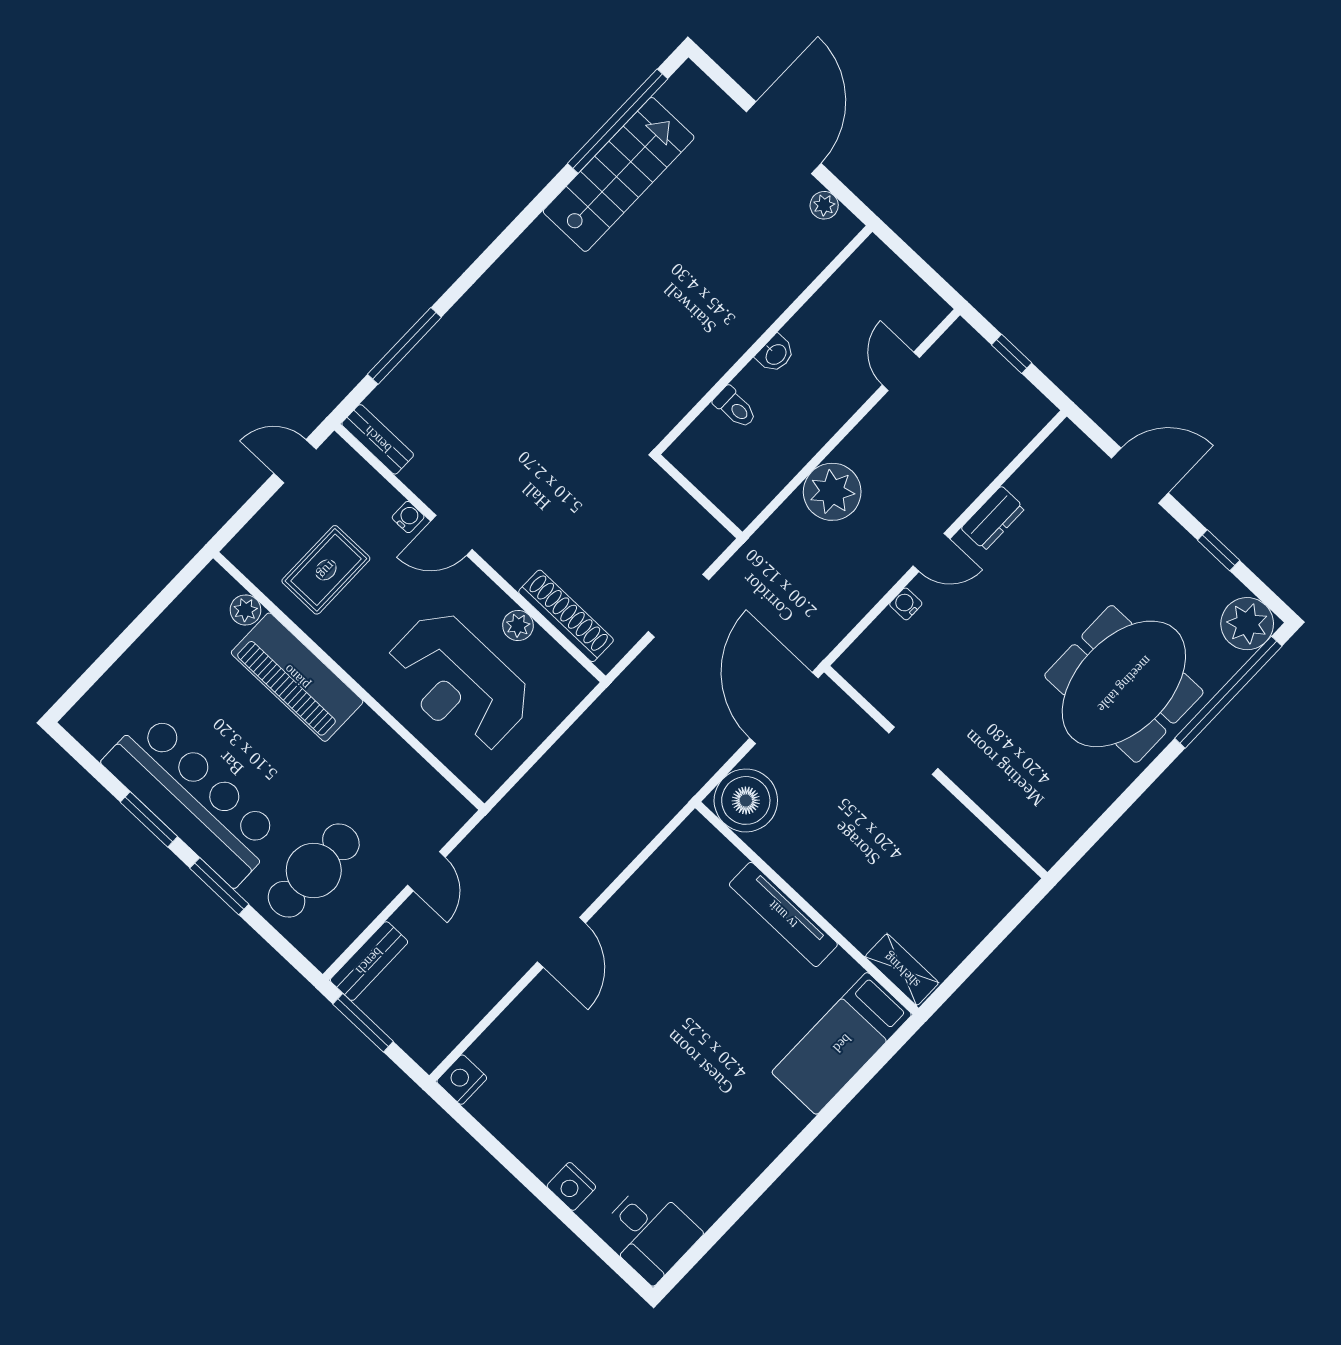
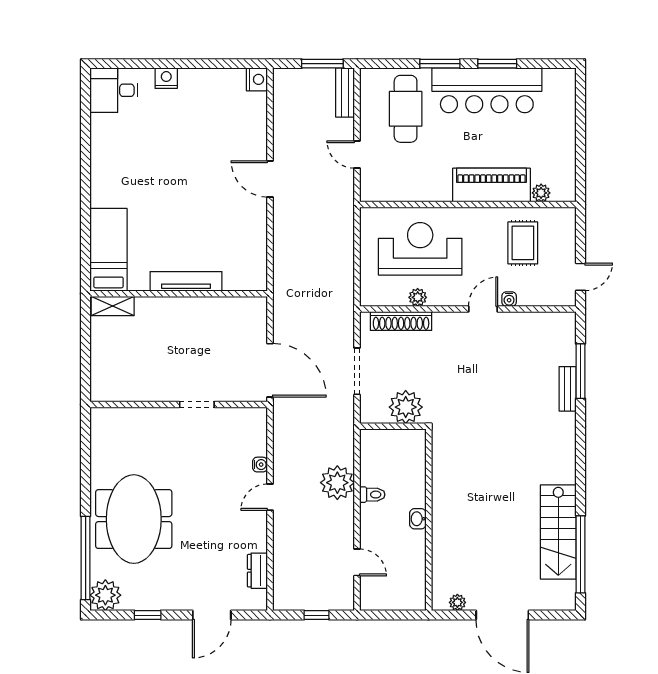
toilet: (735, 407) -> (372, 495), moved, turned 180
bench: (378, 439) -> (568, 389), moved, turned 90
plant: (660, 505) -> (406, 407), added
dresser: (993, 518) -> (257, 571), moved
boiler: (746, 800) -> (249, 315), removed

